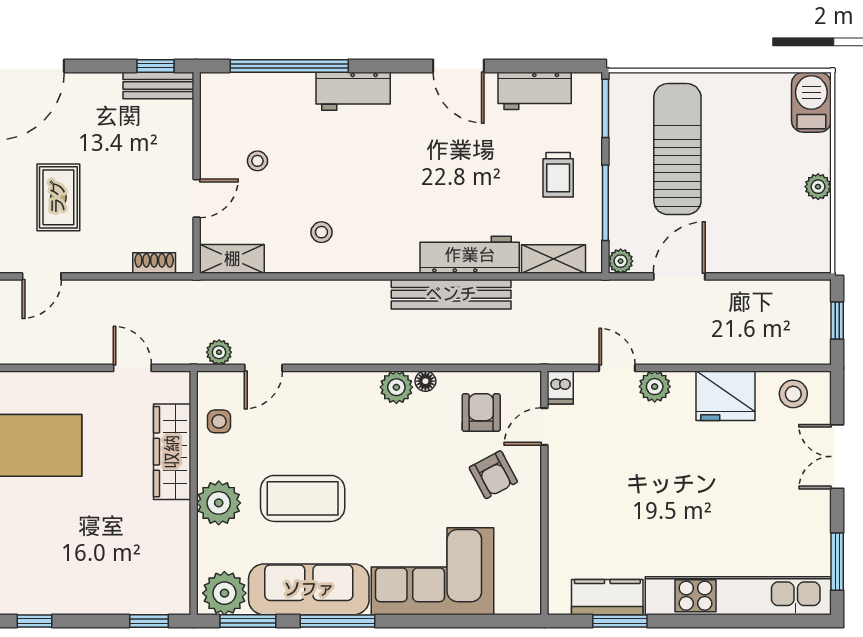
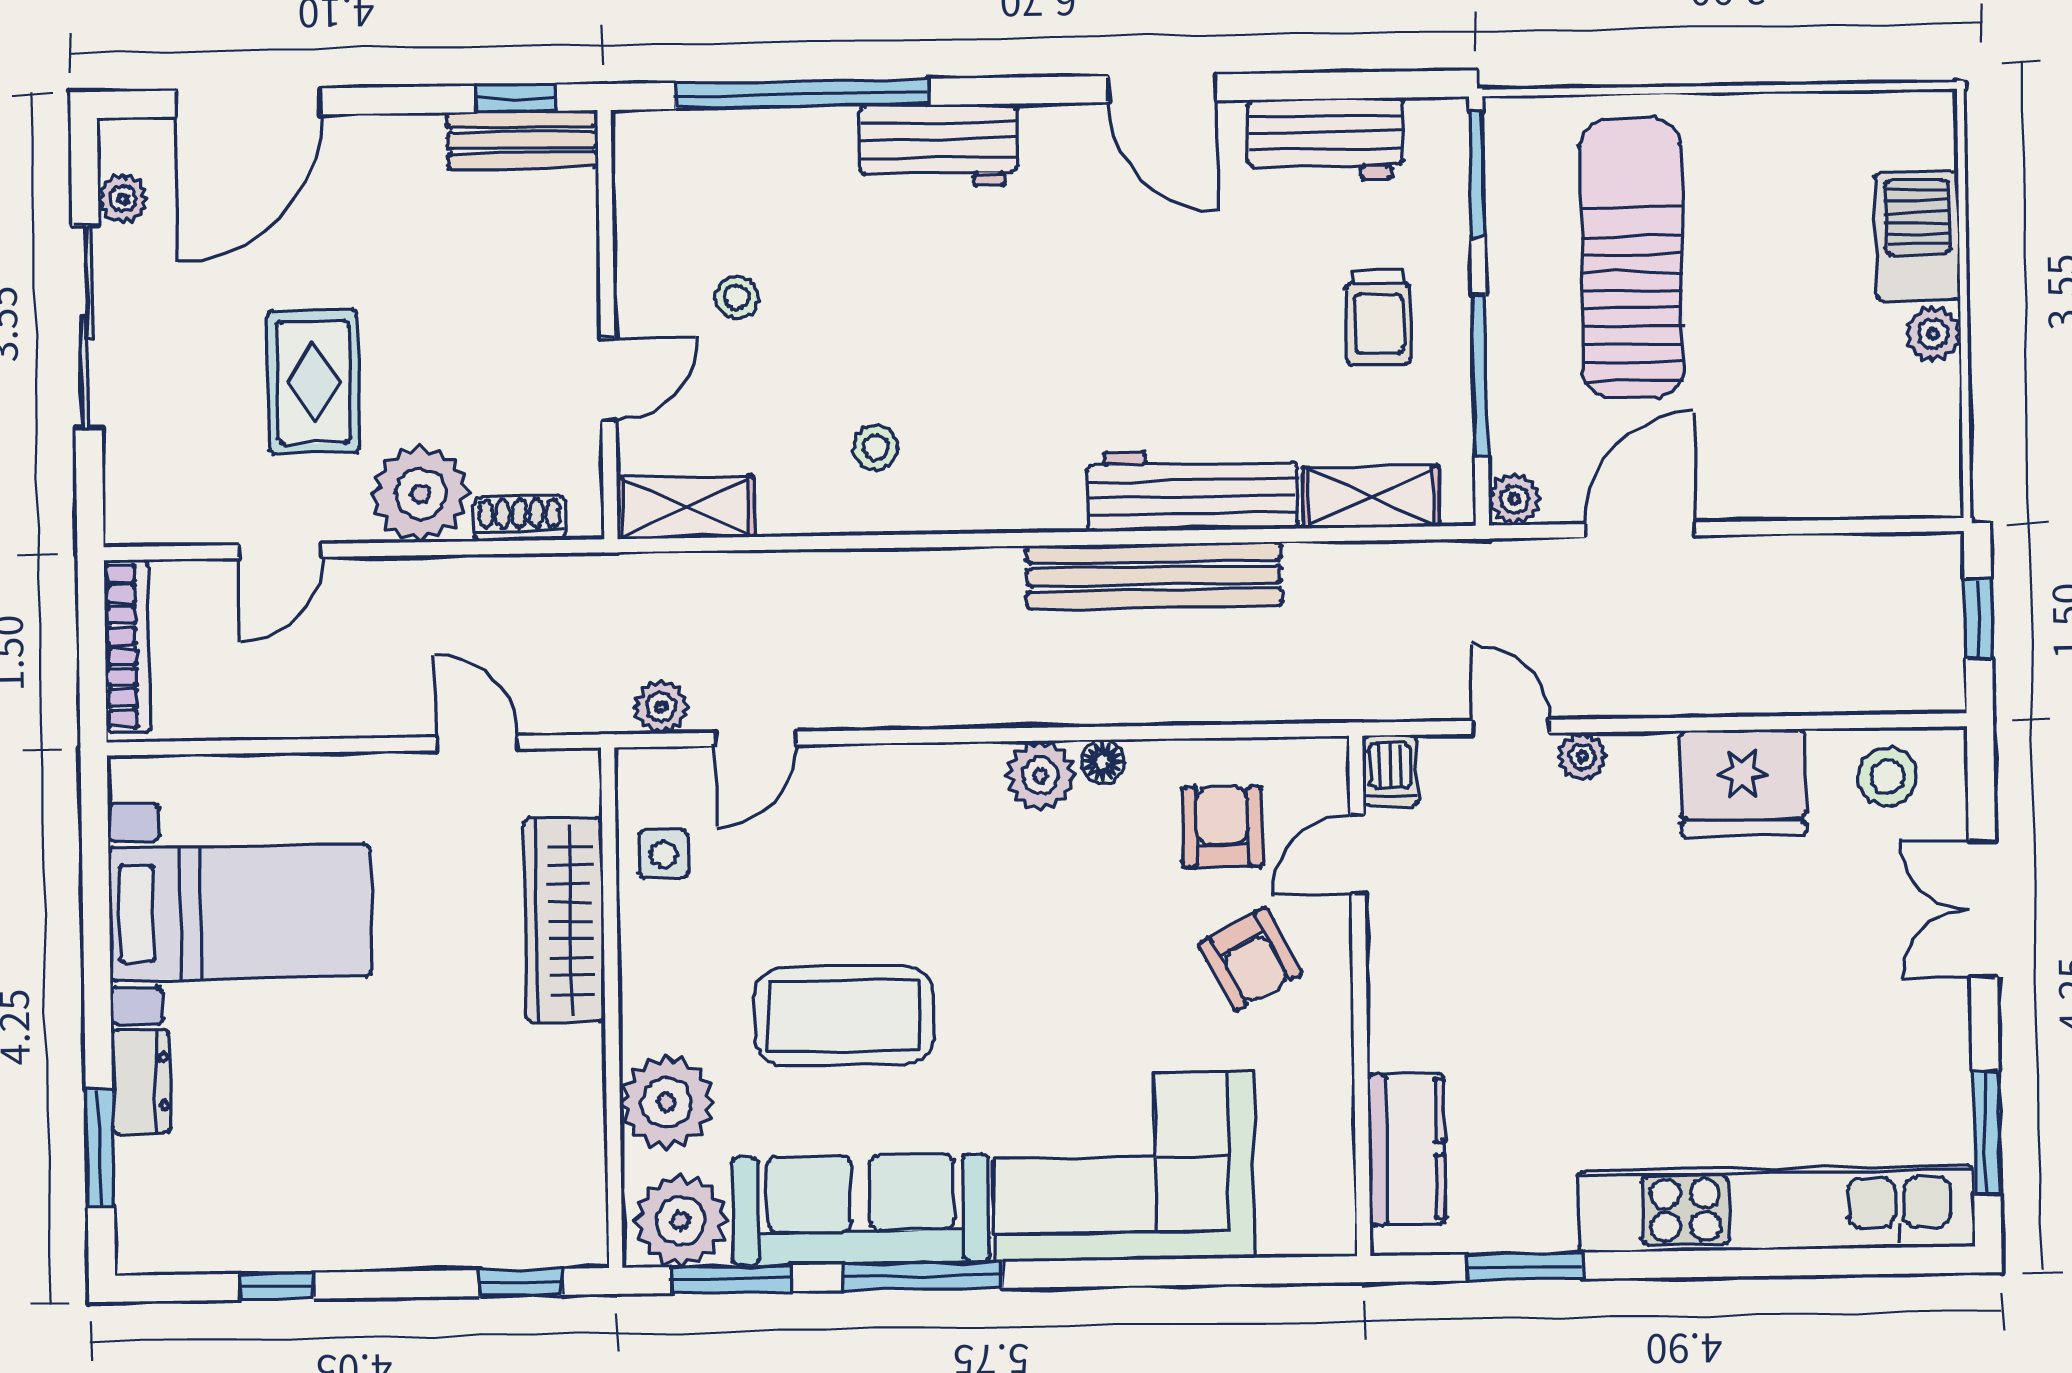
barbecue: (811, 102) -> (1917, 237), moved
plant: (108, 251) -> (420, 494), added
plant: (655, 387) -> (1582, 756), width x0.73, depth x0.73
plant: (219, 503) -> (667, 1102), moved
kitchen counter: (607, 597) -> (1407, 1149), moved, turned 90

